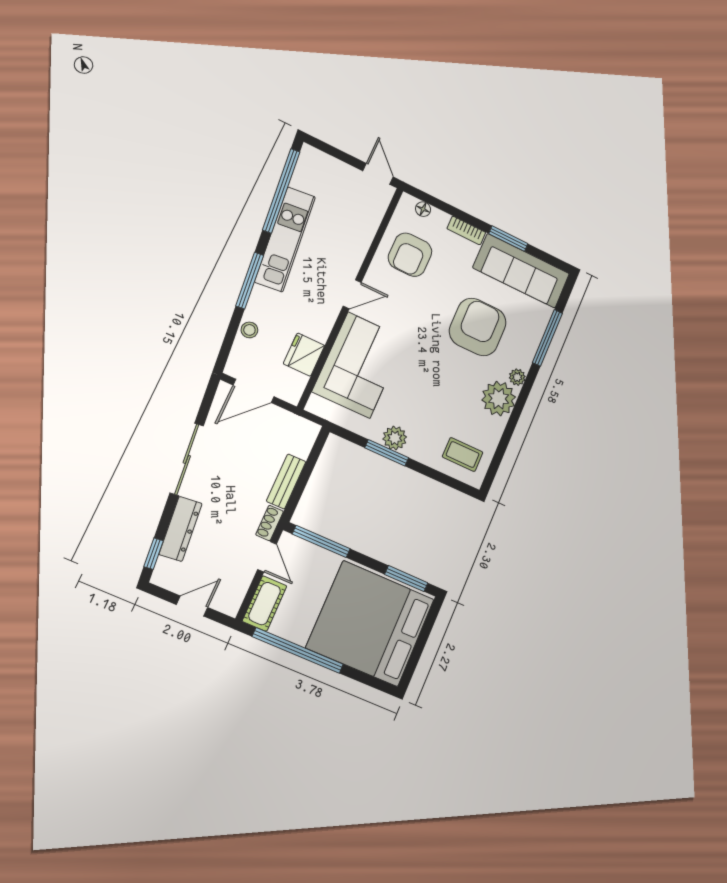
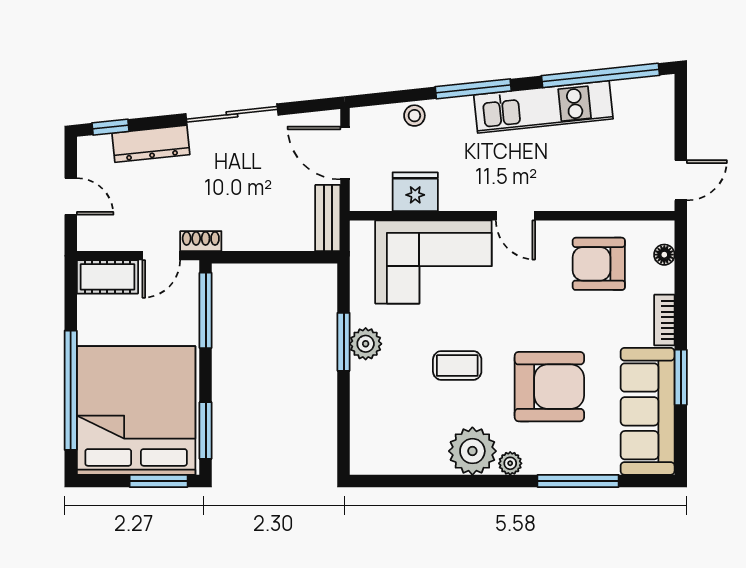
coffee table: (463, 454) -> (457, 365), moved, turned 90
bench: (286, 481) -> (328, 218), moved, turned 90
window: (427, 628) -> (159, 481), added
window: (298, 650) -> (71, 390), moved

